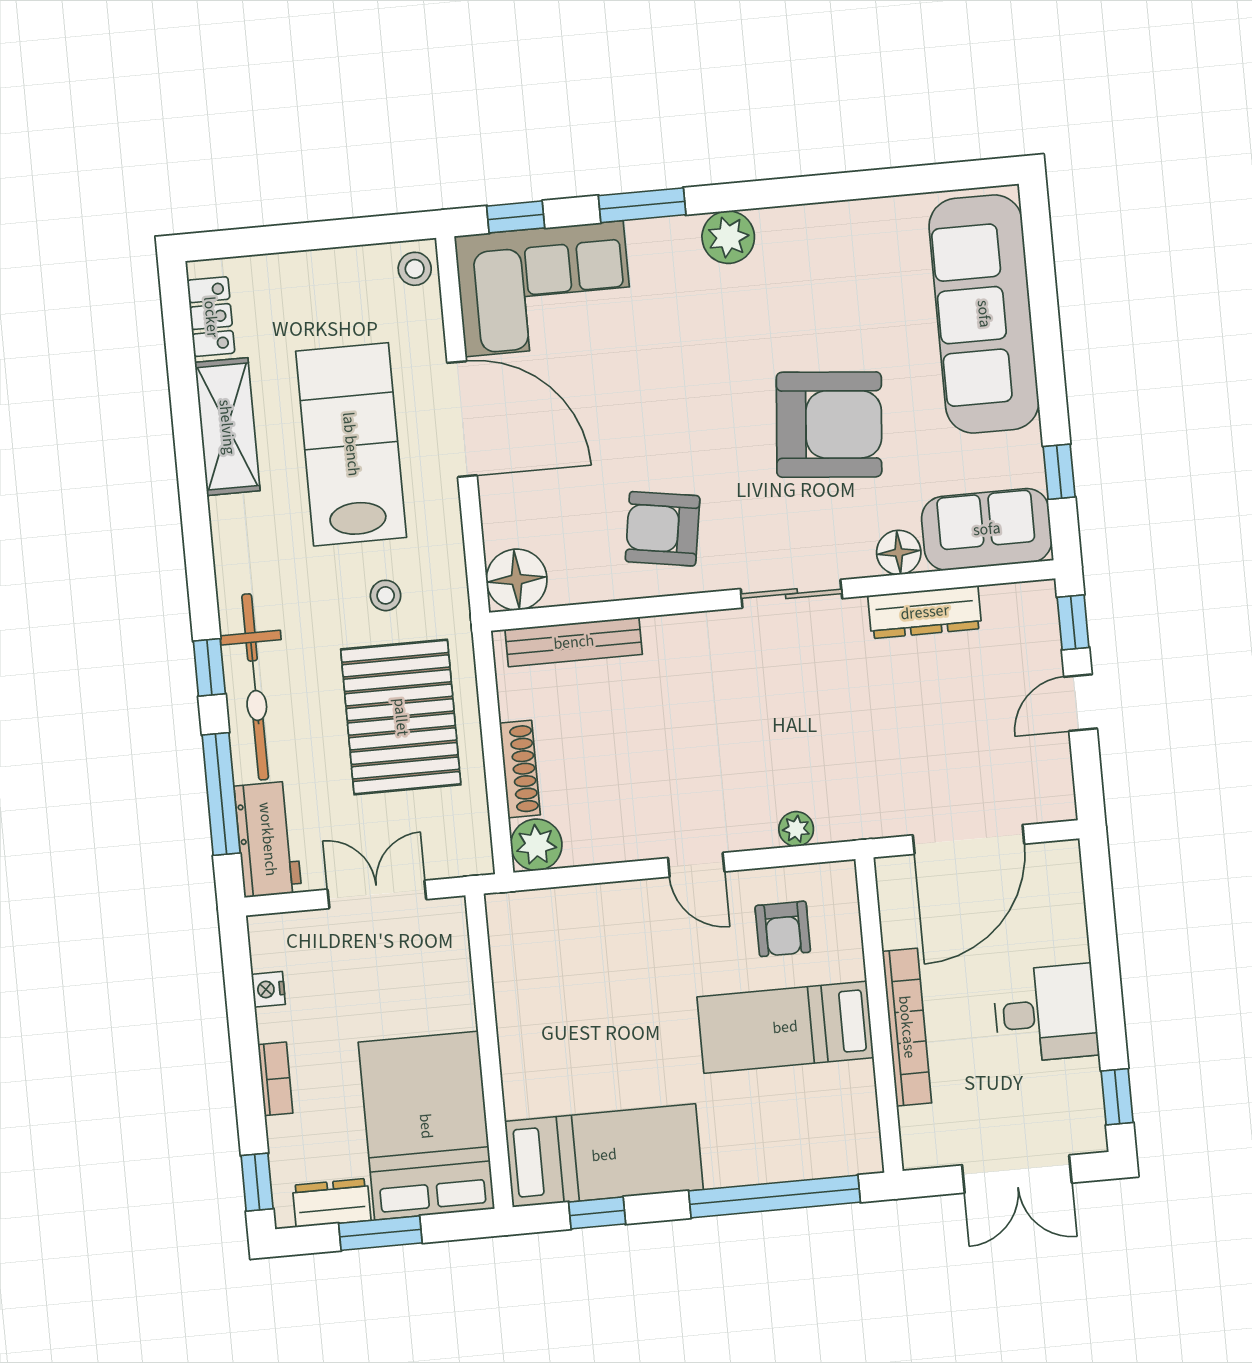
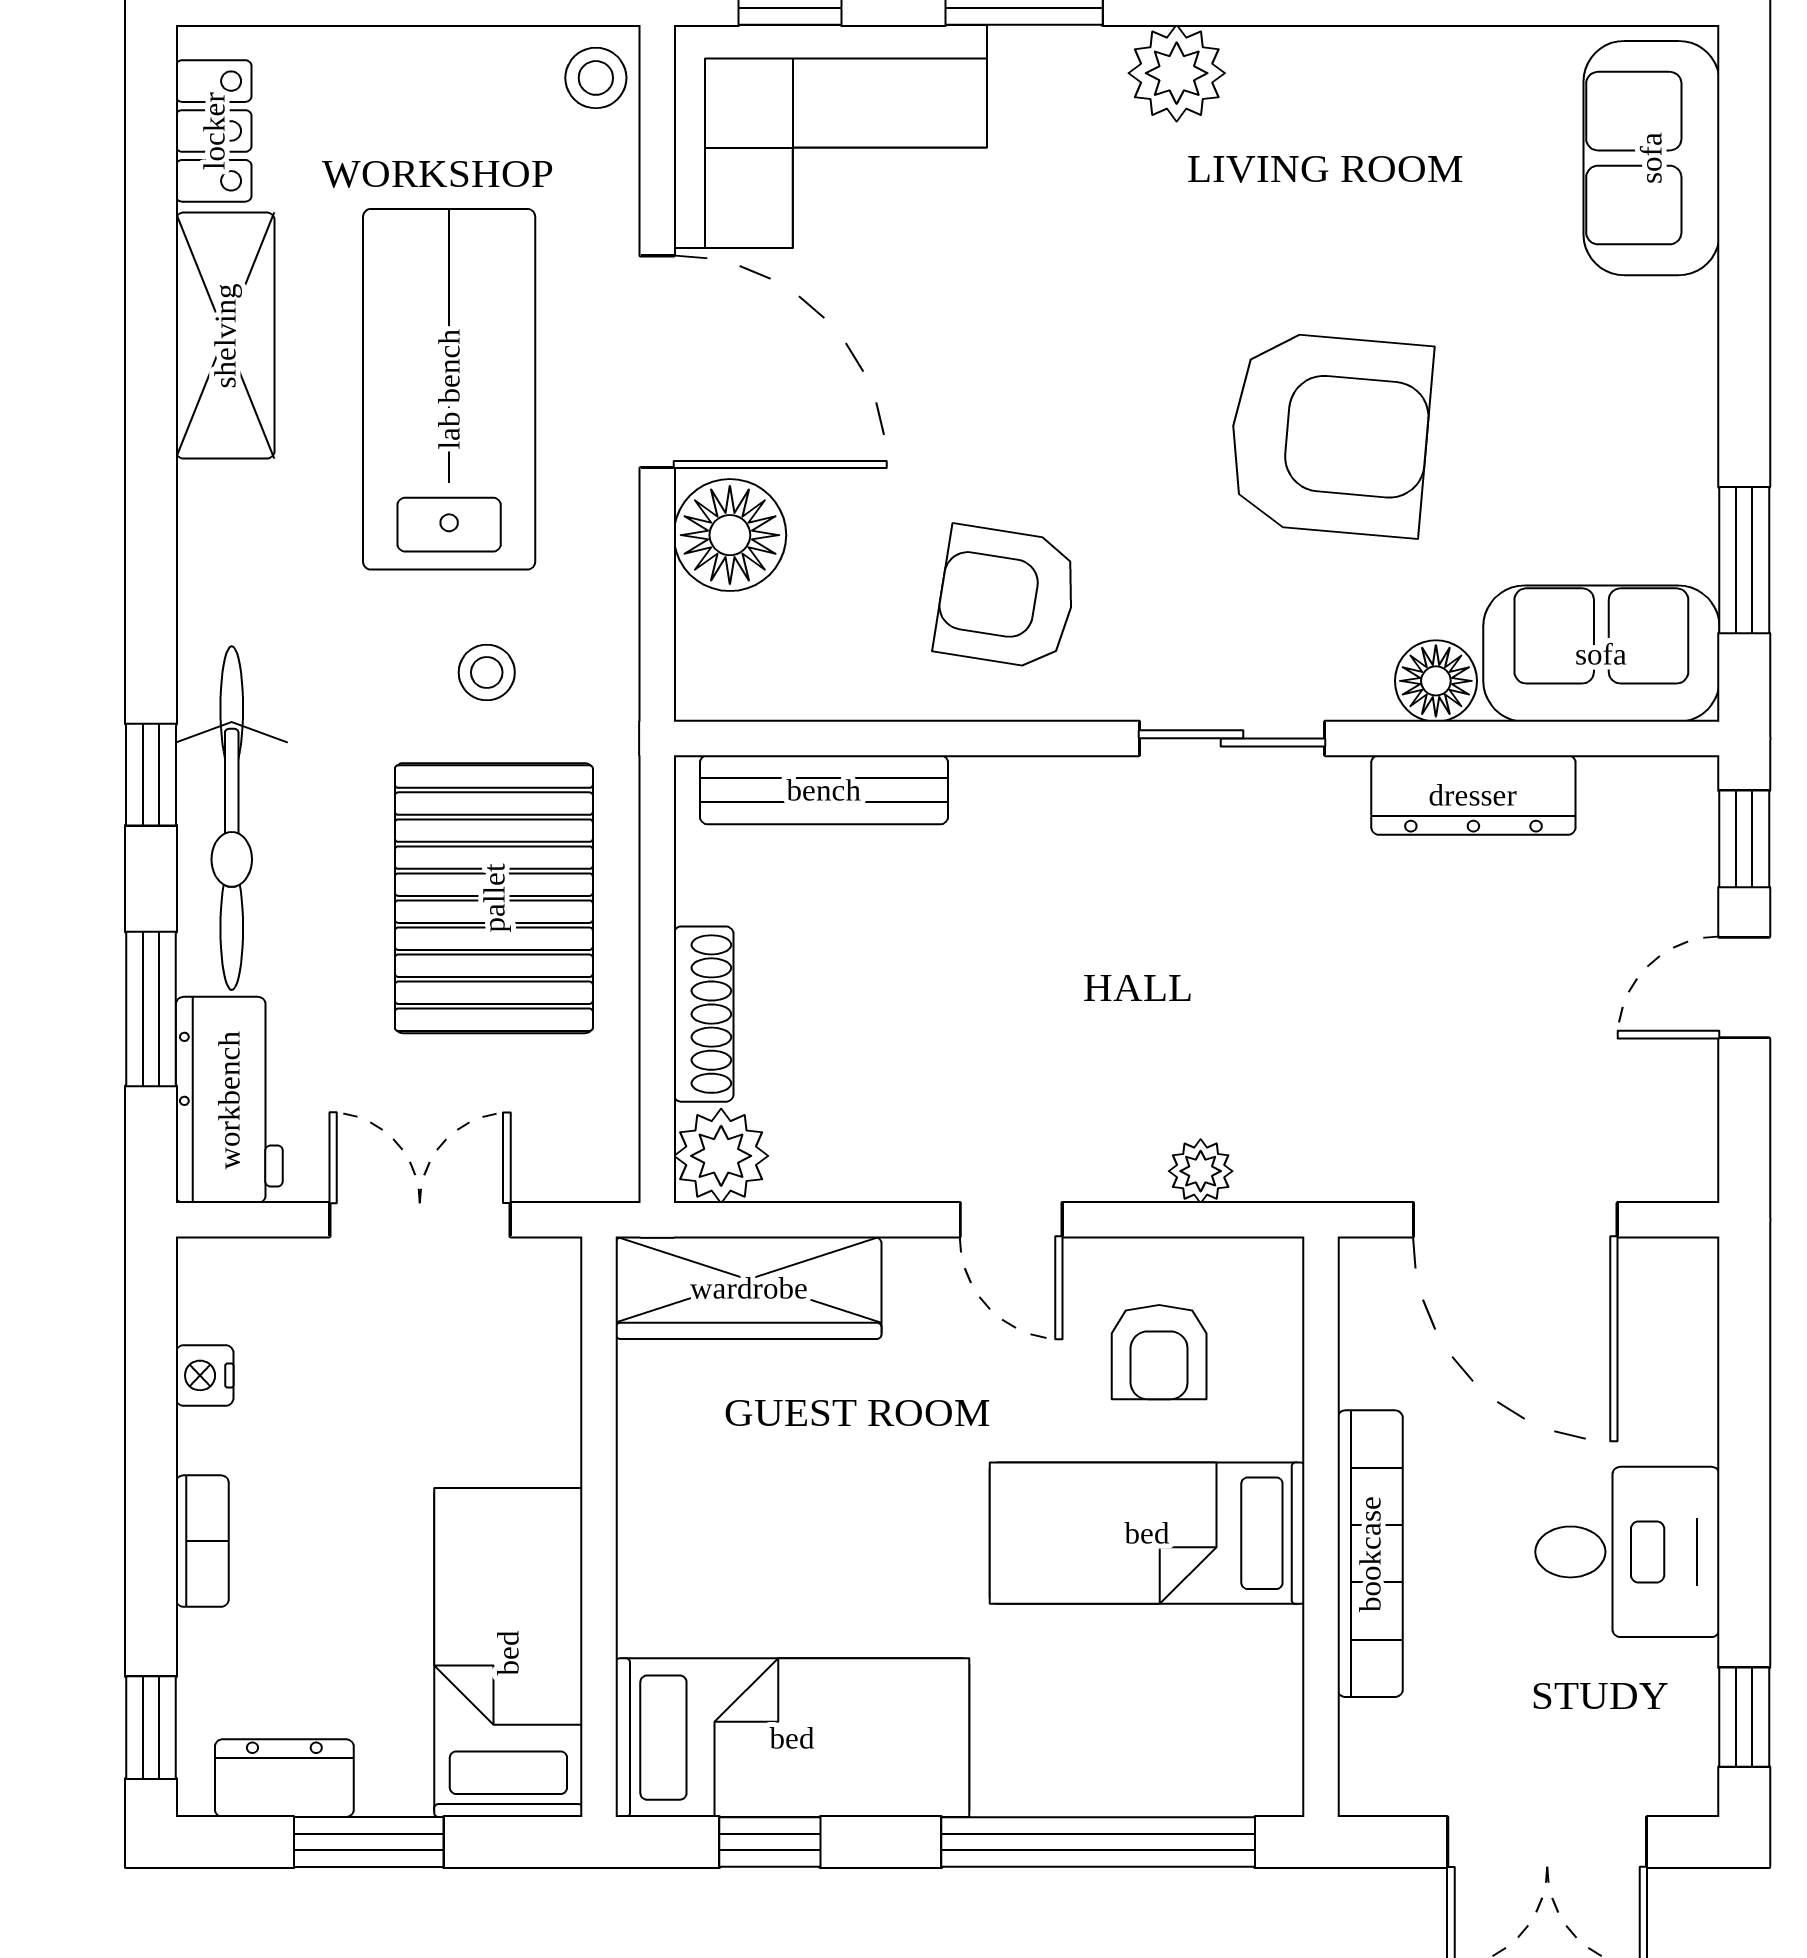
sofa: (984, 314) -> (1651, 158), width x0.54, depth x0.79
window: (1059, 472) -> (1744, 560), width x1.50
floor lamp: (517, 580) -> (730, 535), moved
window: (221, 794) -> (151, 1009), width x0.69
door: (969, 839) -> (1515, 1220), hinge flipped
wardrobe: (558, 915) -> (749, 1288), added
bed: (426, 1126) -> (508, 1653), width x0.67

